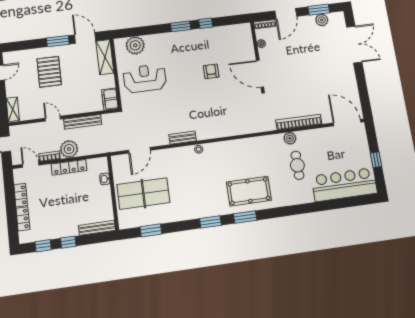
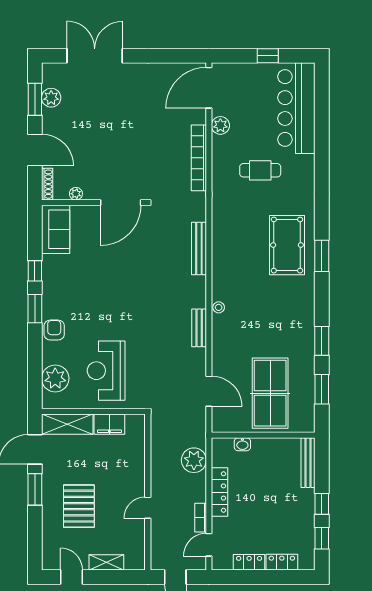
sofa: (236, 33) -> (56, 229), added
armchair: (211, 71) -> (54, 330), moved, turned 90
pallet: (49, 72) -> (79, 506), turned 90
filing cabinet: (110, 99) -> (109, 424), moved
shelving: (13, 109) -> (106, 562), moved
bench: (83, 122) -> (199, 249), moved
plant: (290, 138) -> (220, 125), moved
plant: (69, 149) -> (194, 460), moved
window: (210, 222) -> (322, 341), moved

